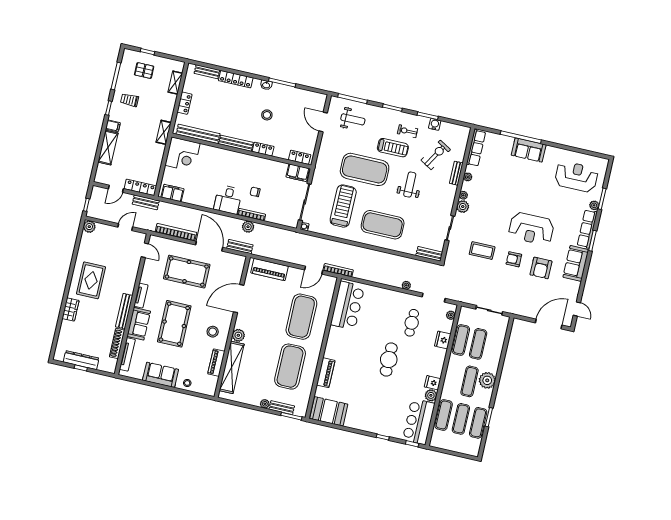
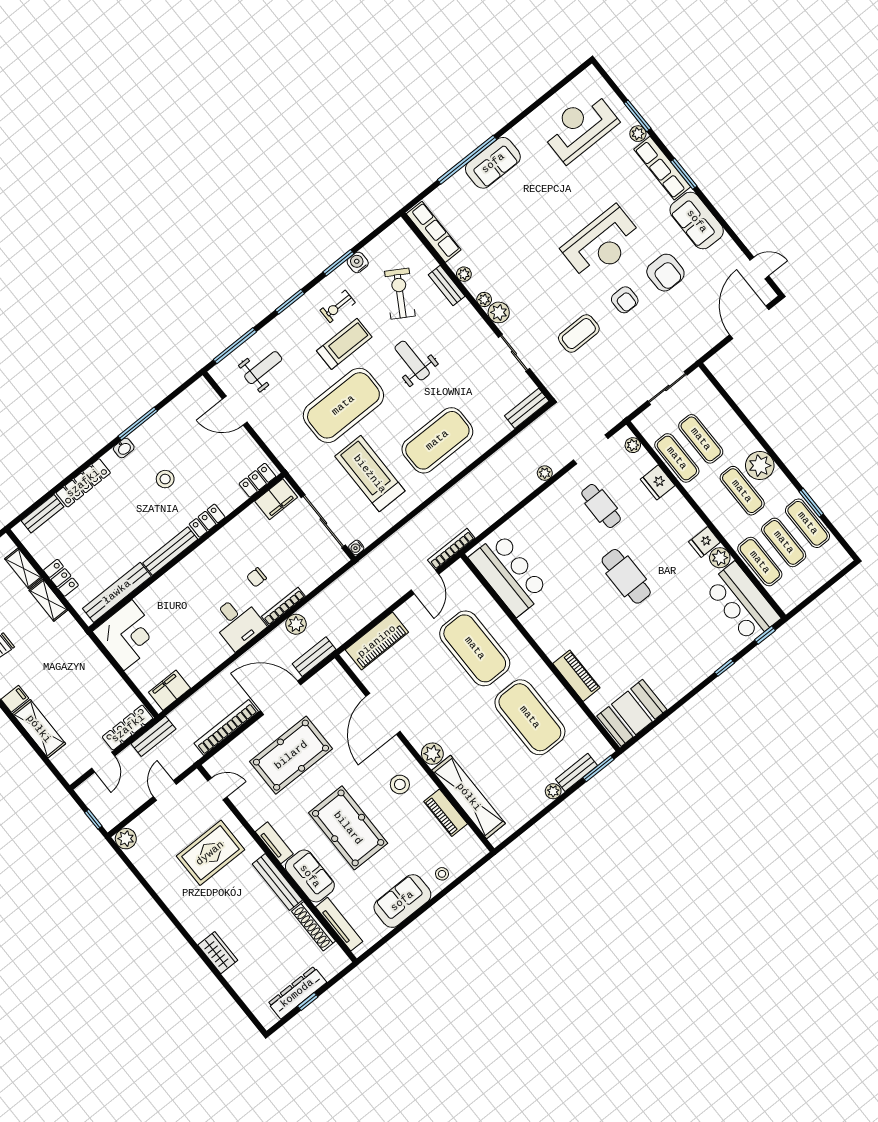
shelving: (164, 132) -> (48, 600), moved
armchair: (514, 259) -> (625, 300), turned -90
rug: (91, 280) -> (210, 853), moved, turned 90

